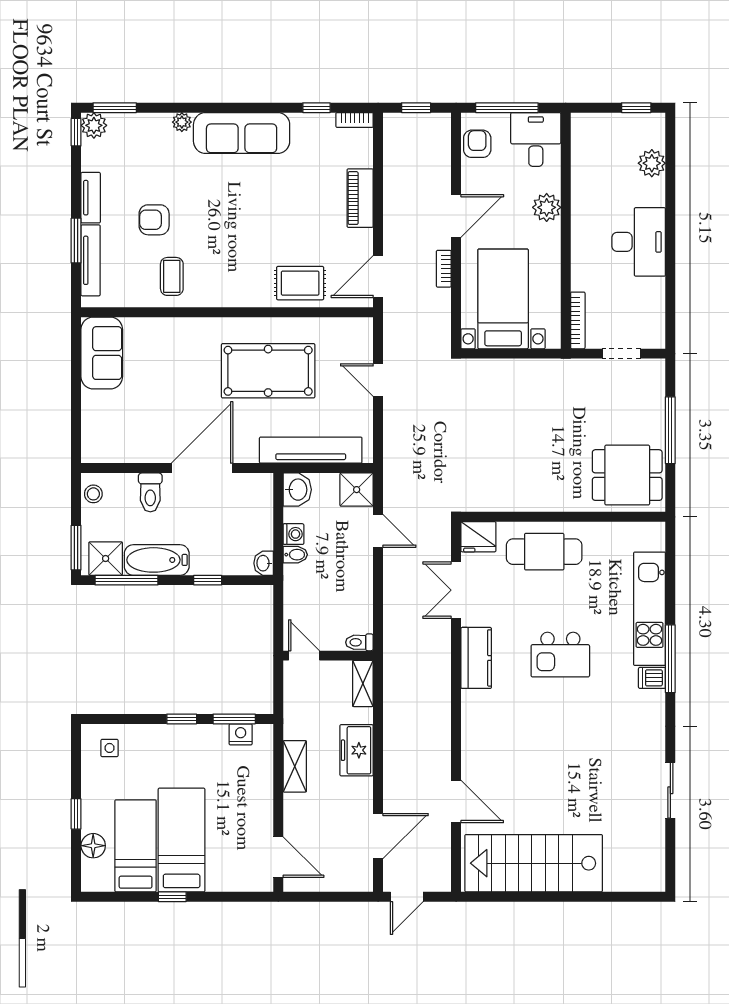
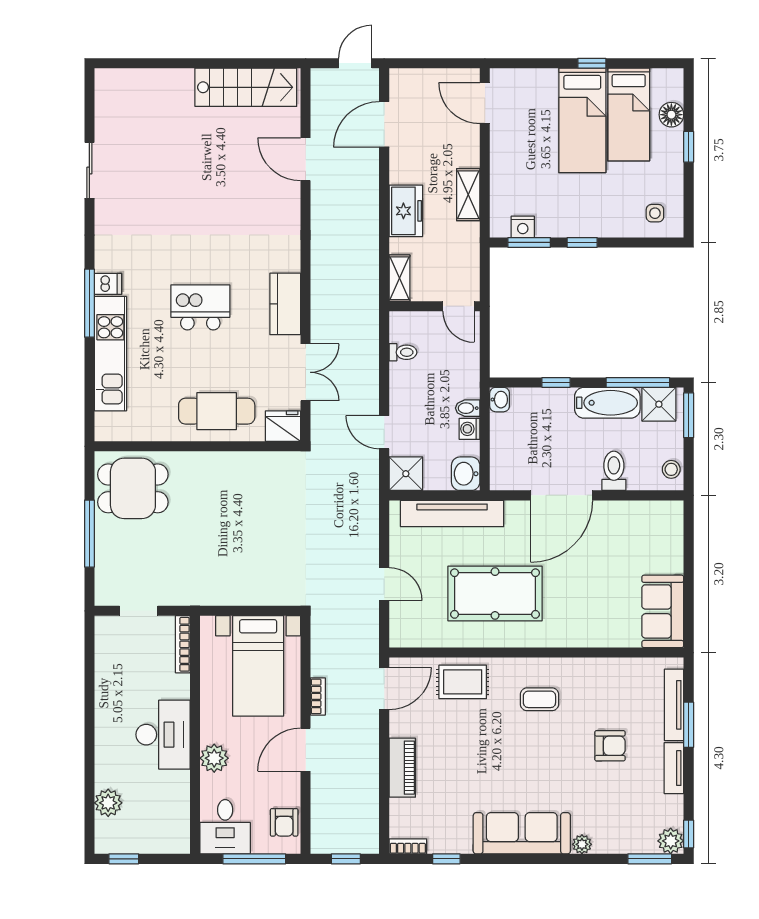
desk: (639, 242) -> (163, 735), moved, turned 180
coffee table: (172, 276) -> (539, 699), moved, turned 90
toilet: (359, 642) -> (403, 352), moved
stairs: (534, 863) -> (246, 87), width x0.73, depth x0.66

